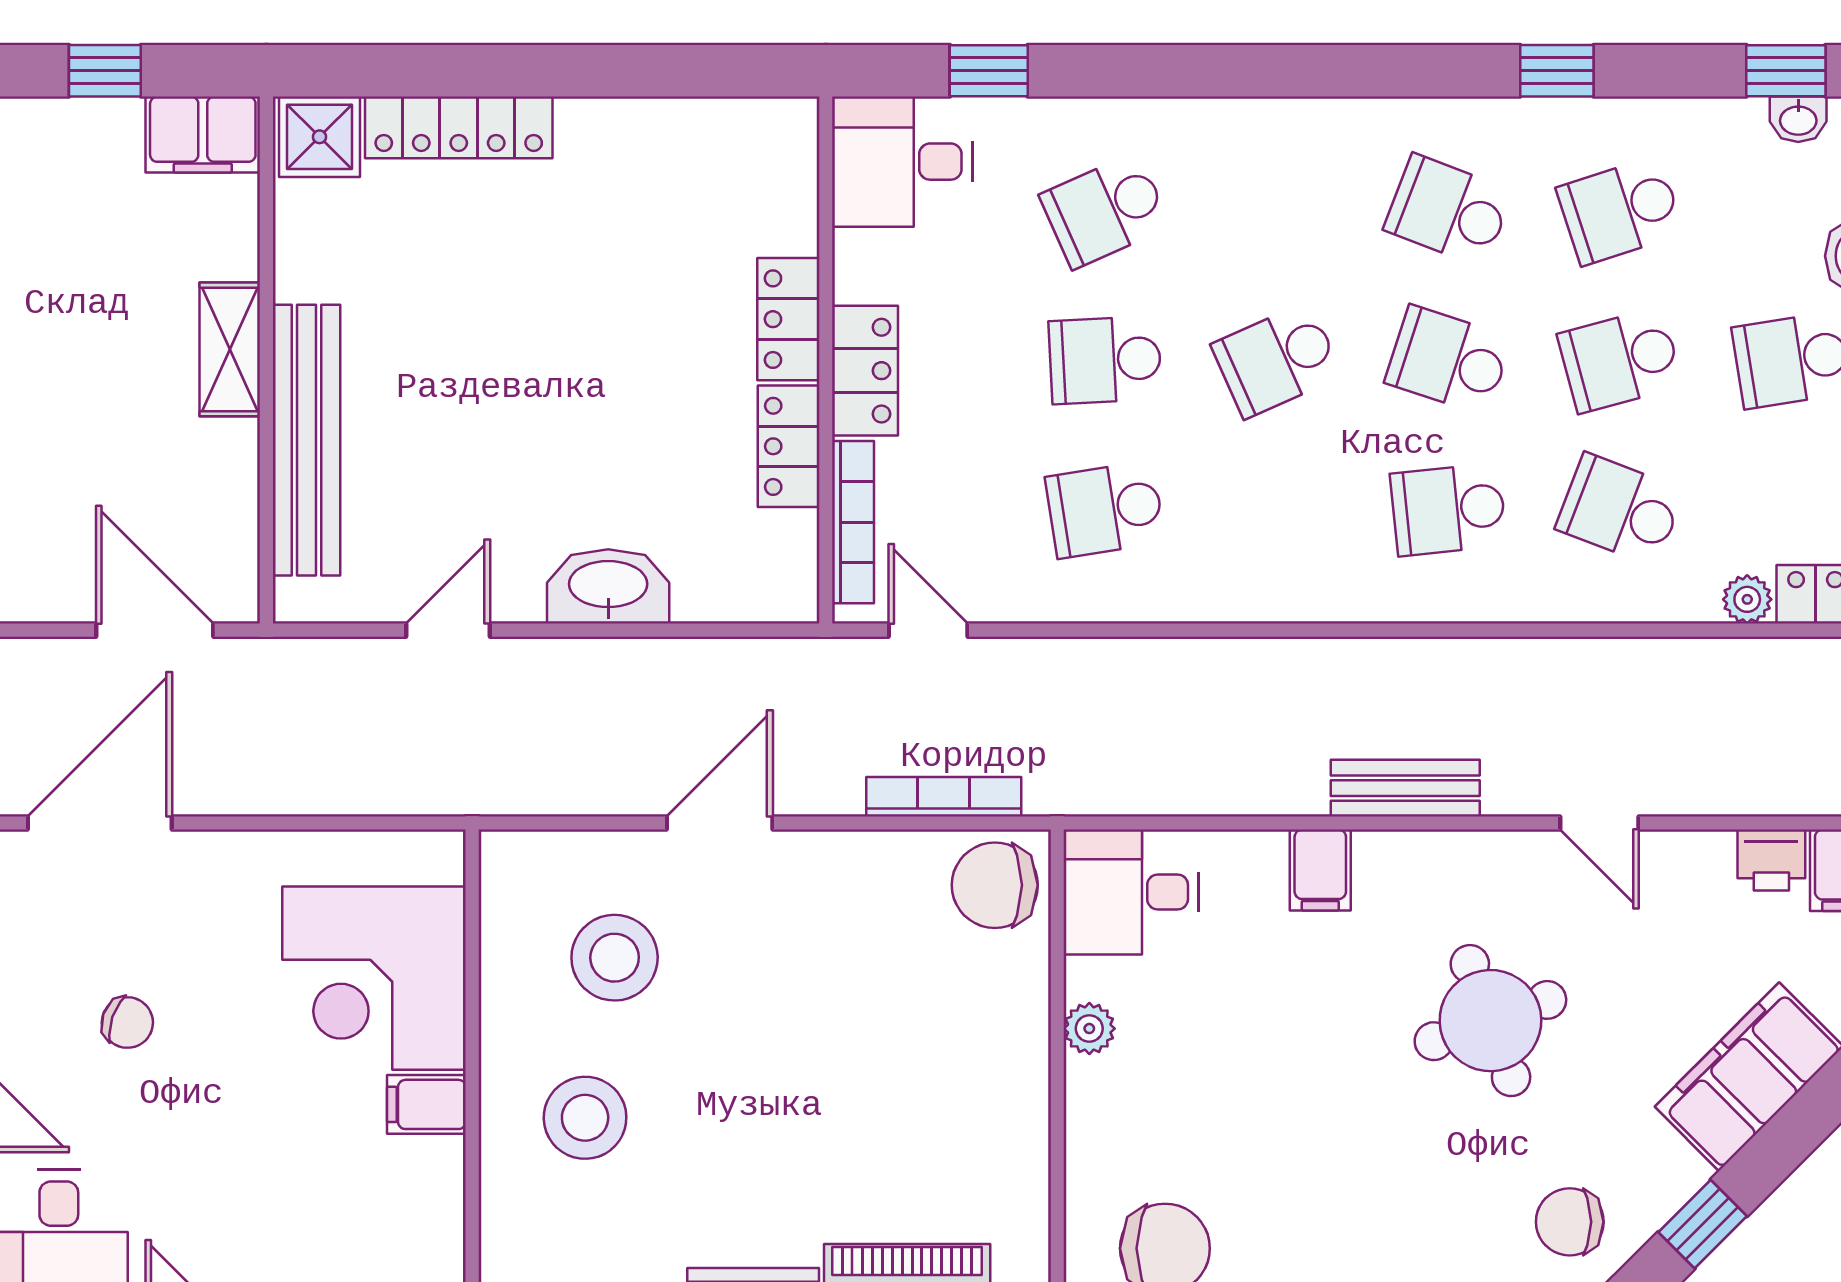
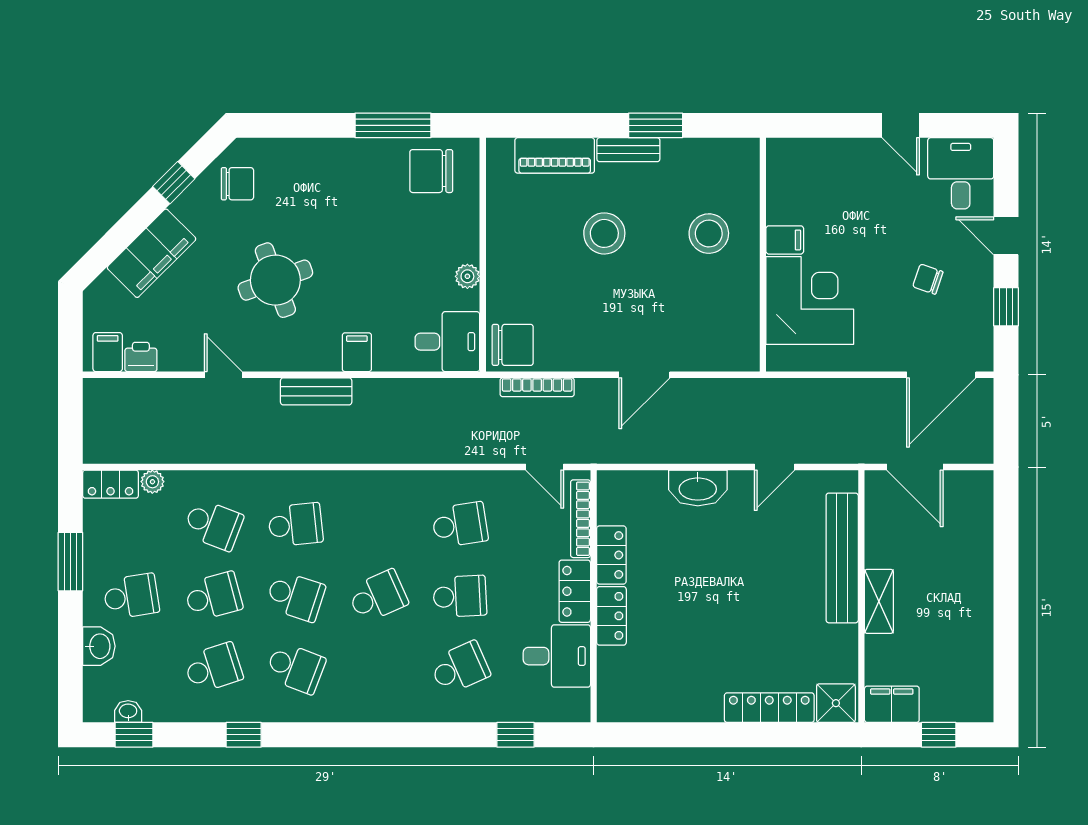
desk: (902, 162) -> (557, 656), moved
stool: (615, 958) -> (604, 233), moved

